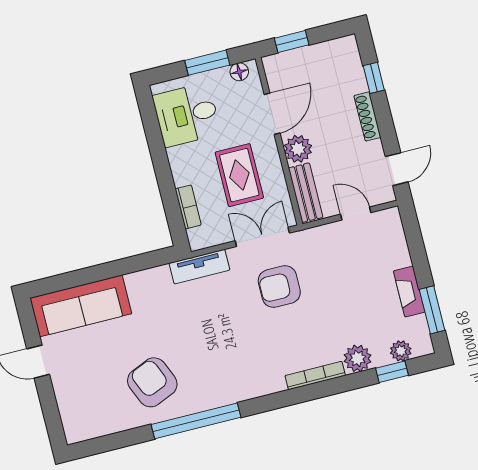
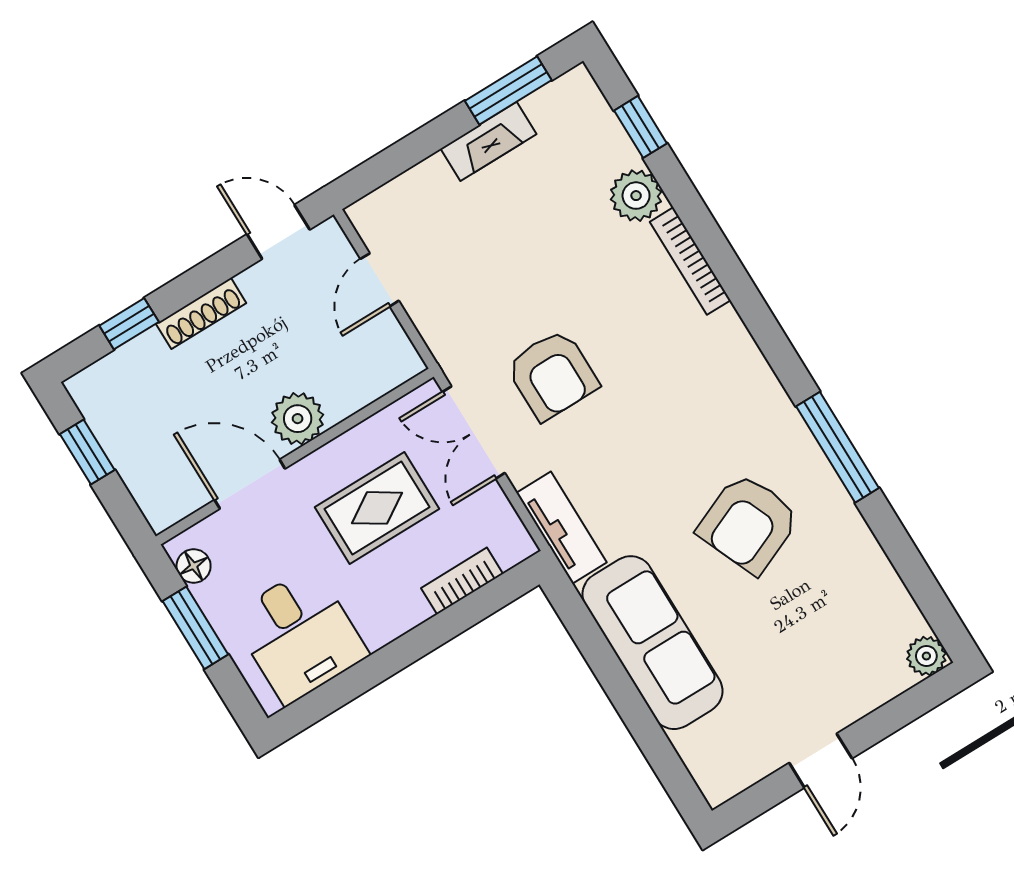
window: (292, 42) -> (87, 452), moved
bench: (306, 193) -> (371, 381), removed
sofa: (81, 306) -> (652, 643), moved
plant: (401, 351) -> (926, 656), moved
armchair: (152, 382) -> (749, 523), moved
window: (196, 421) -> (837, 447), width x0.68

